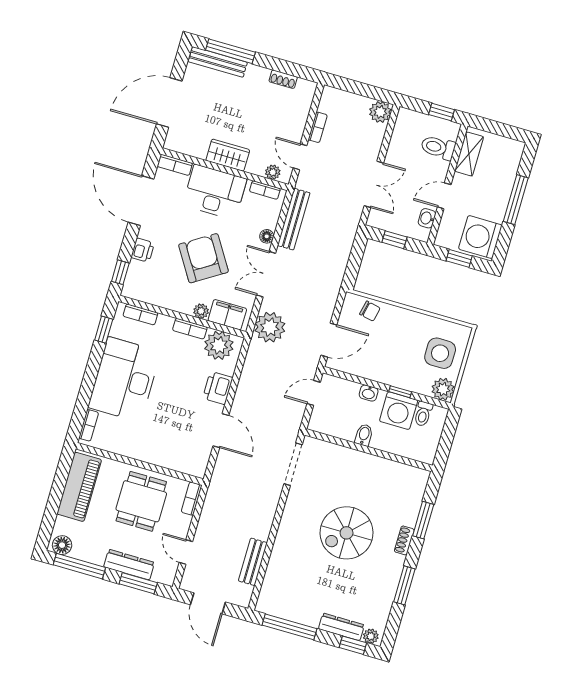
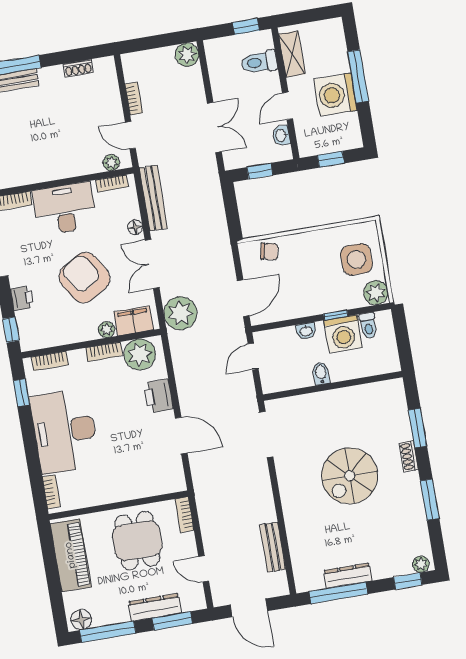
wardrobe: (228, 155) -> (60, 167), removed
washing machine: (480, 237) -> (336, 95), moved
dresser: (341, 627) -> (348, 576), moved

